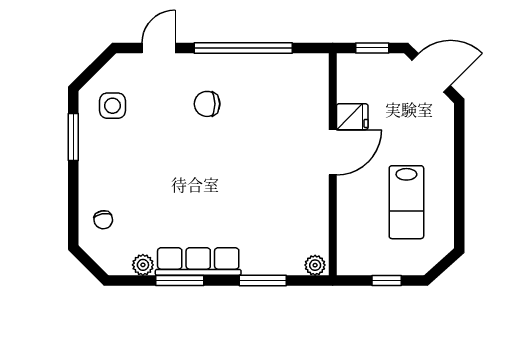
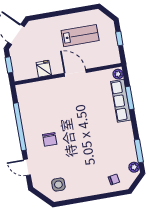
window: (73, 137) -> (77, 201), removed
door: (333, 152) -> (75, 73), moved
row of seats: (198, 262) -> (121, 101), moved
plant: (143, 265) -> (134, 167), moved
window: (180, 280) -> (139, 151), moved

